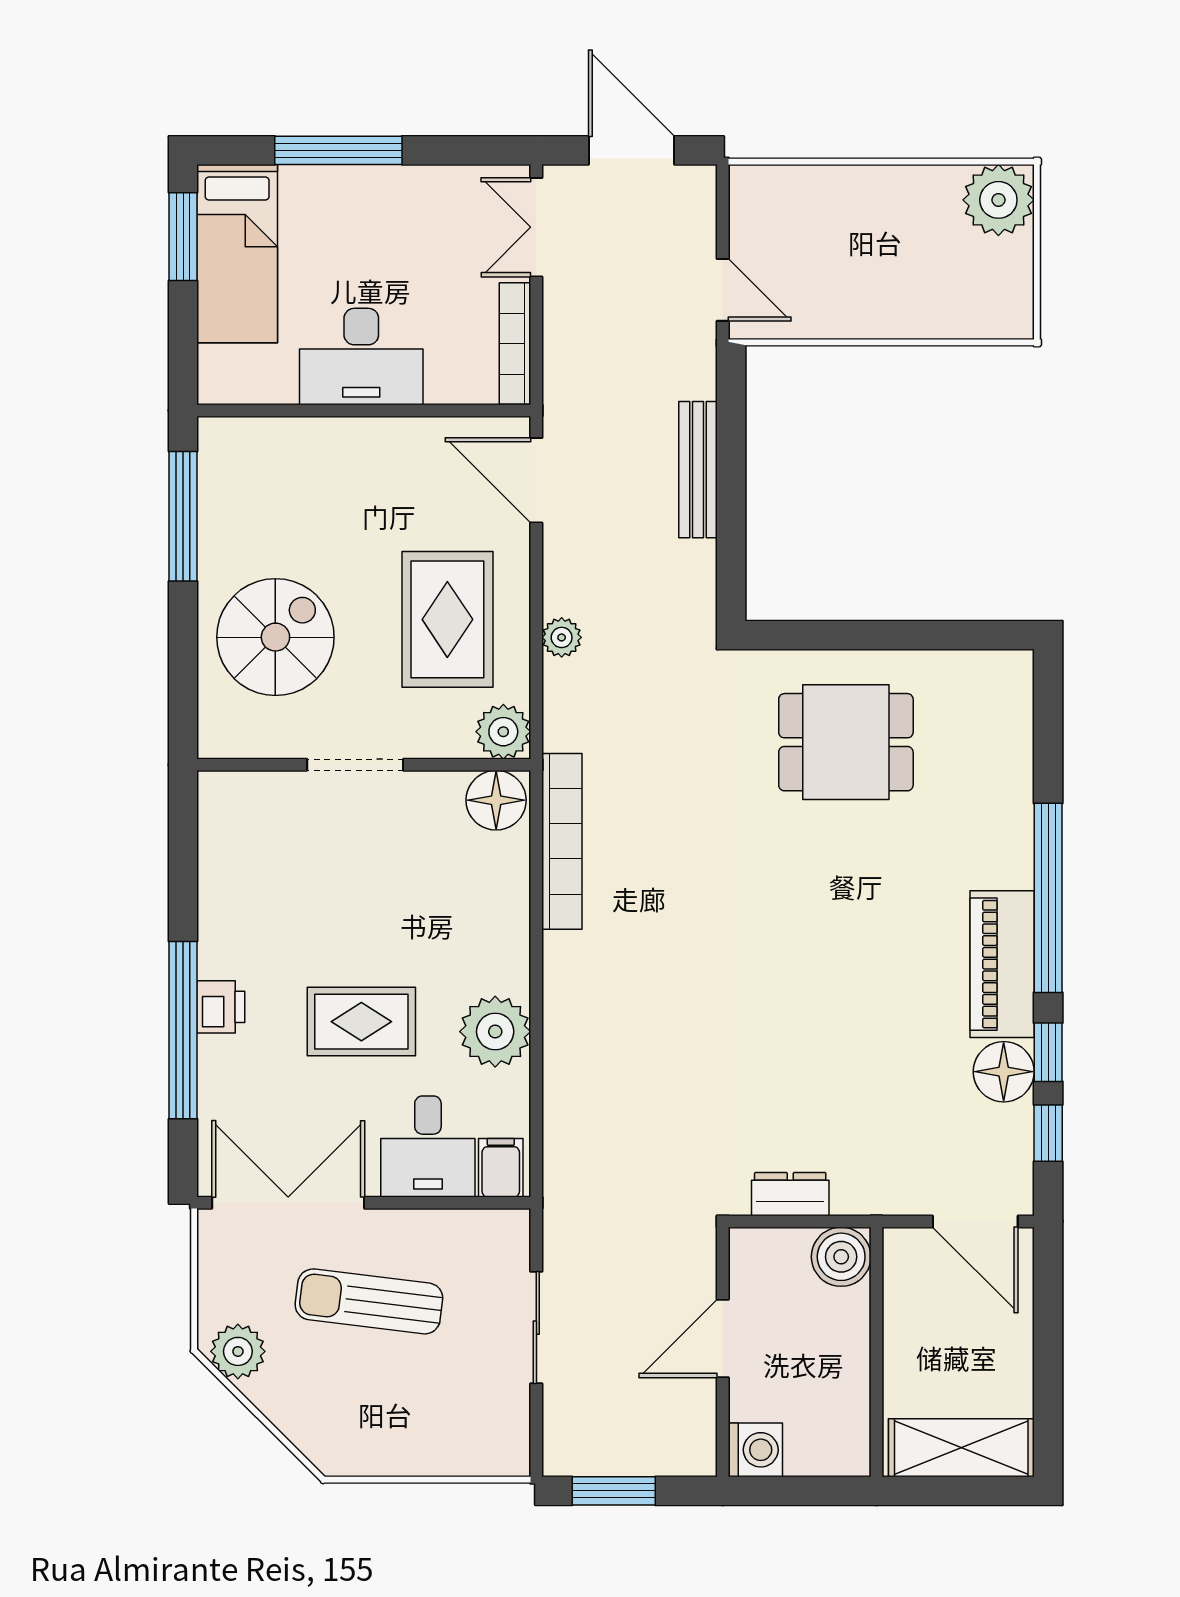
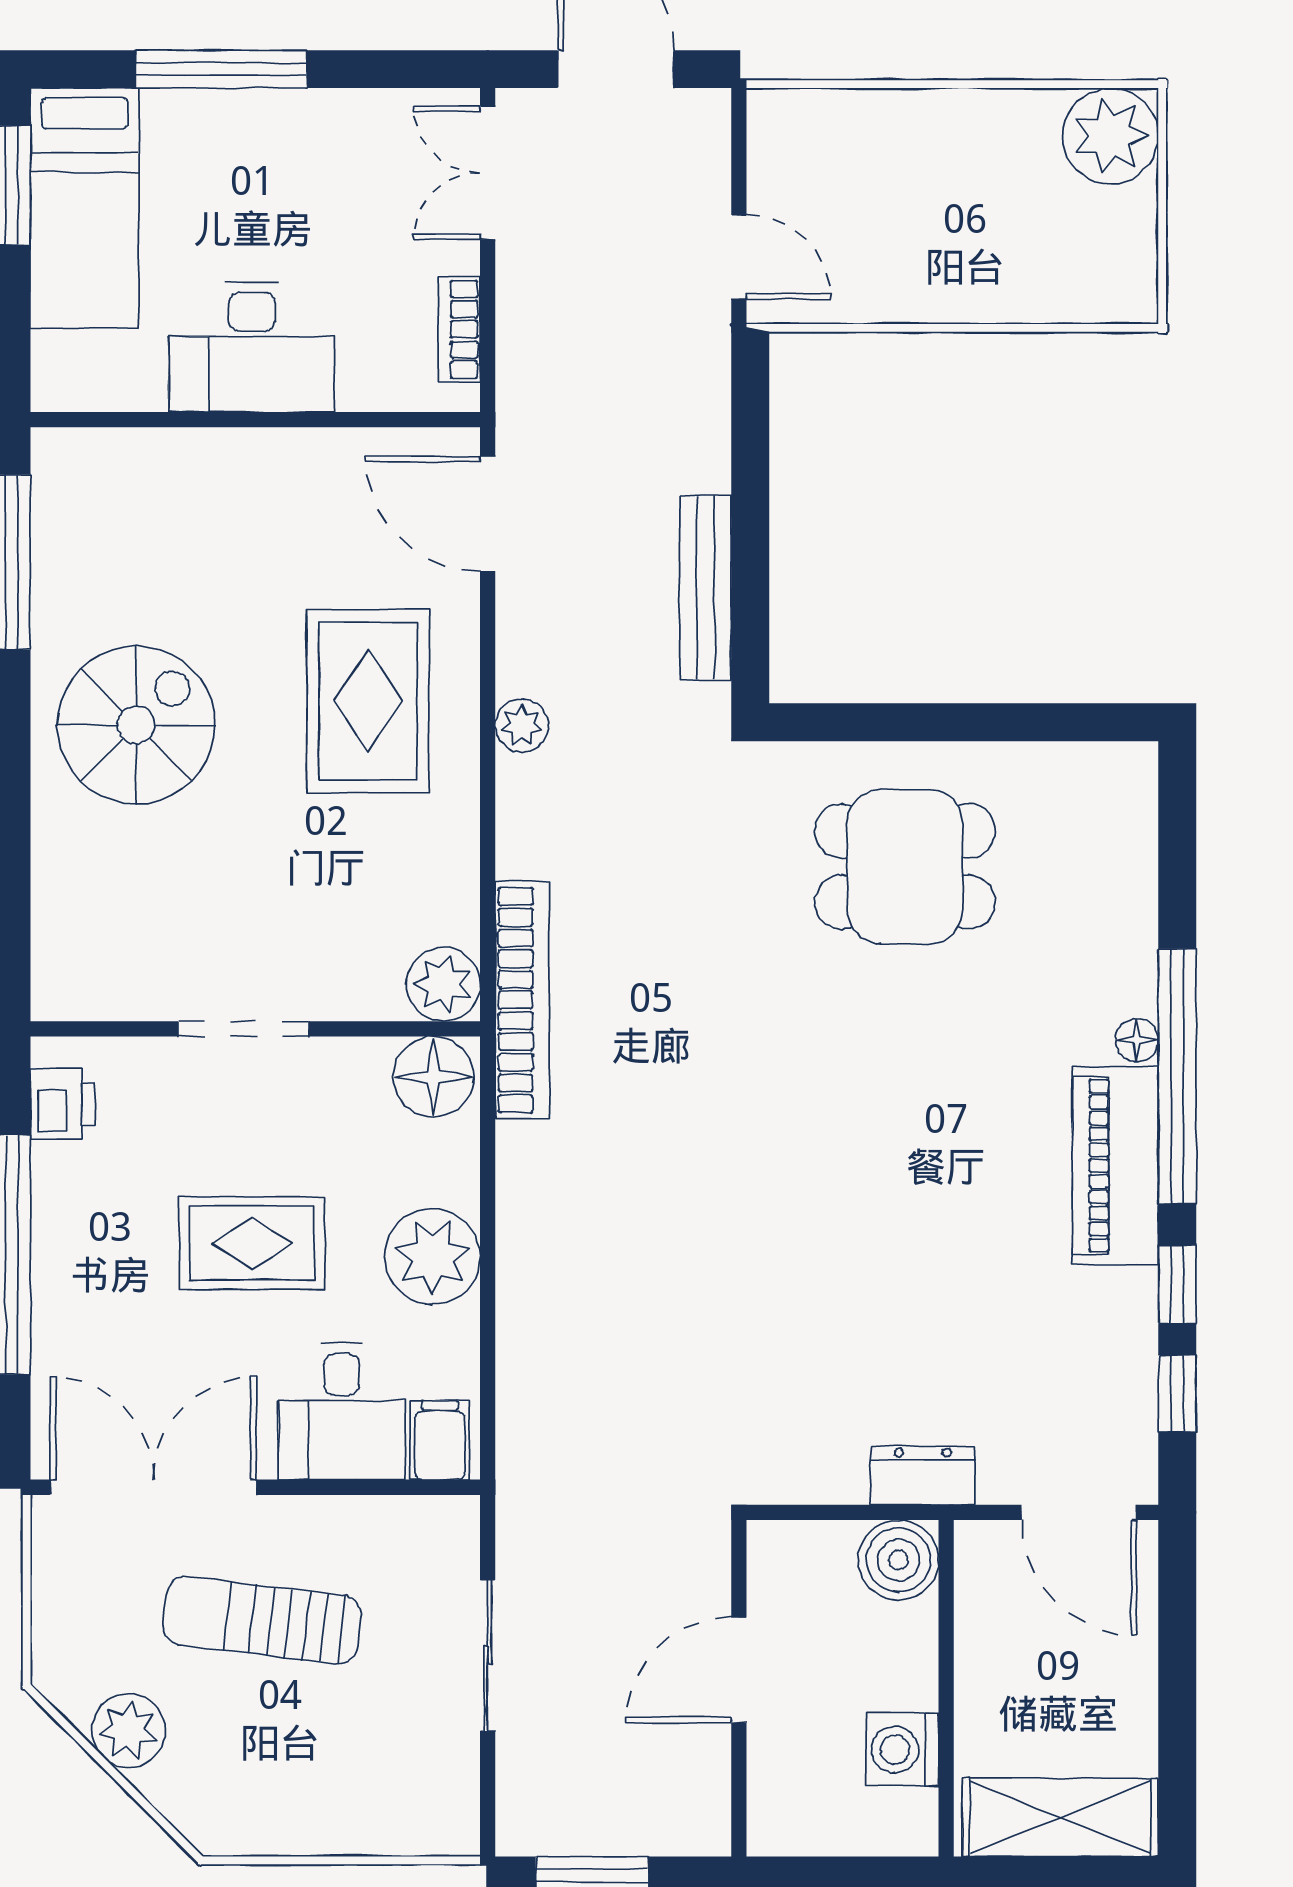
bookcase: (515, 344) -> (459, 329), width x0.64
bench: (698, 470) -> (706, 588), moved
plant: (503, 732) -> (443, 984), moved
doorway: (355, 765) -> (244, 1029), moved
wall: (364, 765) -> (255, 1029), moved
floor lamp: (496, 800) -> (433, 1077), moved
printer: (221, 1007) -> (63, 1104), moved
floor lamp: (1004, 1072) -> (1137, 1040), moved, width x0.53, depth x0.53
dresser: (790, 1194) -> (923, 1476), moved
plant: (238, 1351) -> (128, 1730), moved
washing machine: (755, 1450) -> (902, 1749), moved, turned 180

